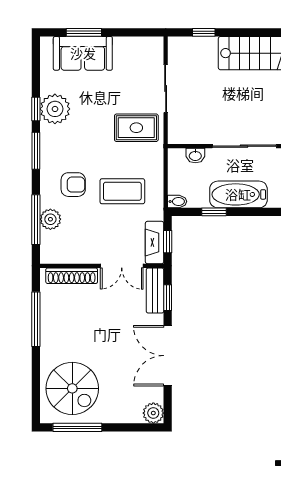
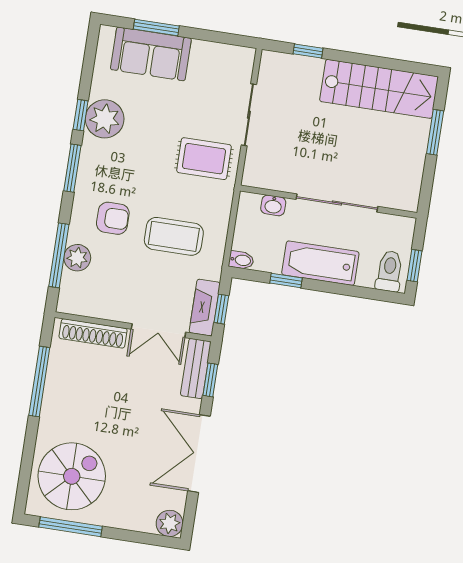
spiral stairs: (72, 388) -> (72, 476), turned -90

